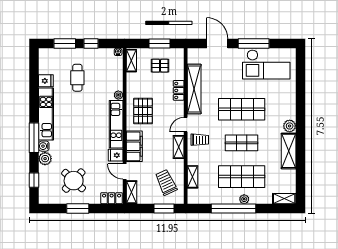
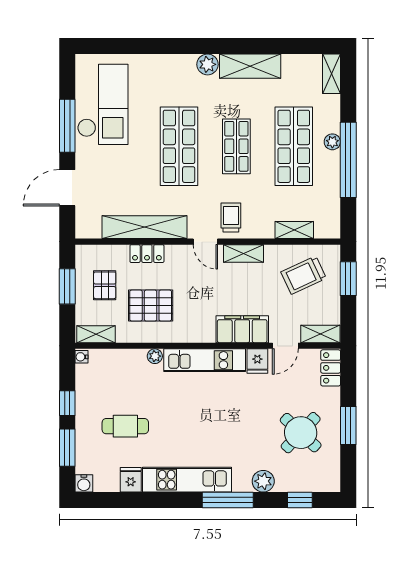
pallet: (143, 111) -> (151, 306), moved
water cooler: (44, 146) -> (84, 483), moved

